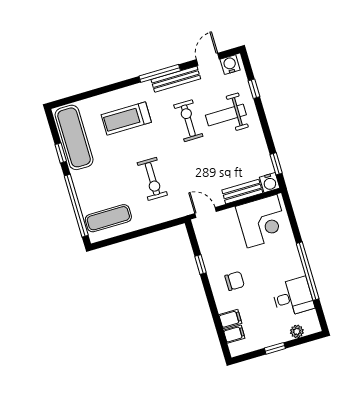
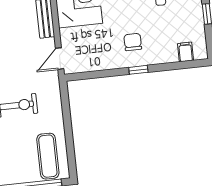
window: (200, 265) -> (138, 70), moved
filing cabinet: (230, 319) -> (170, 53), removed

